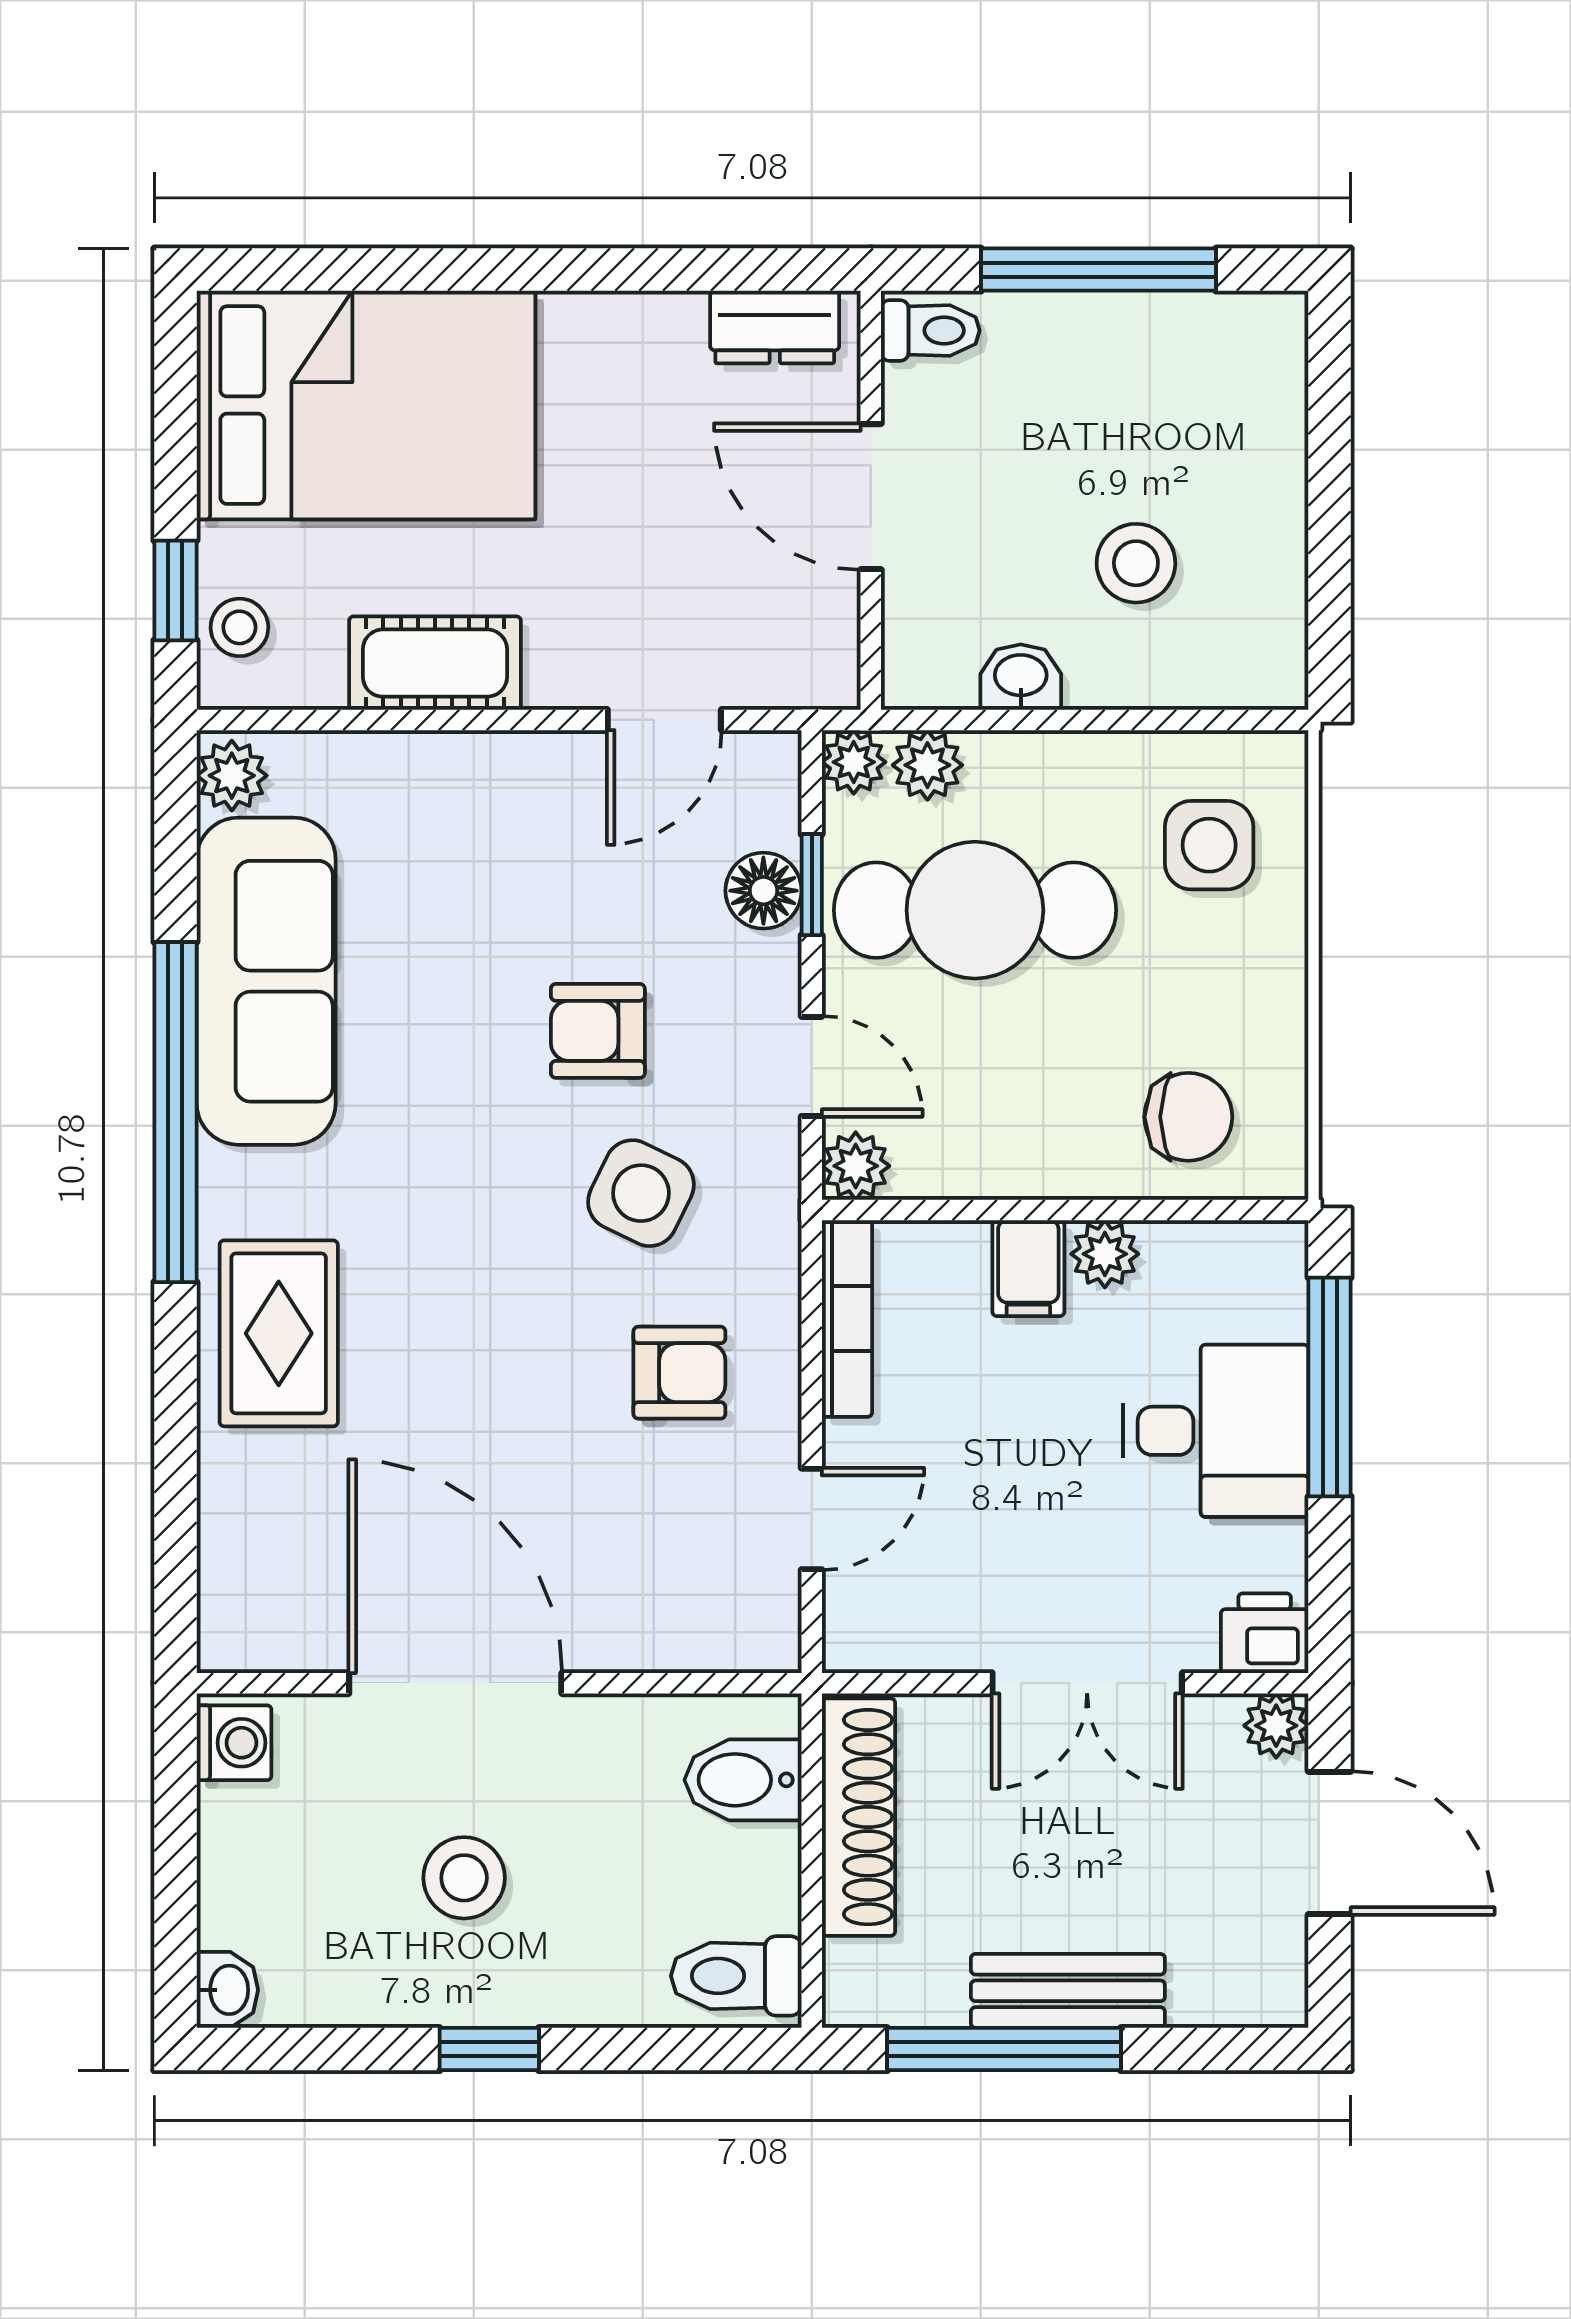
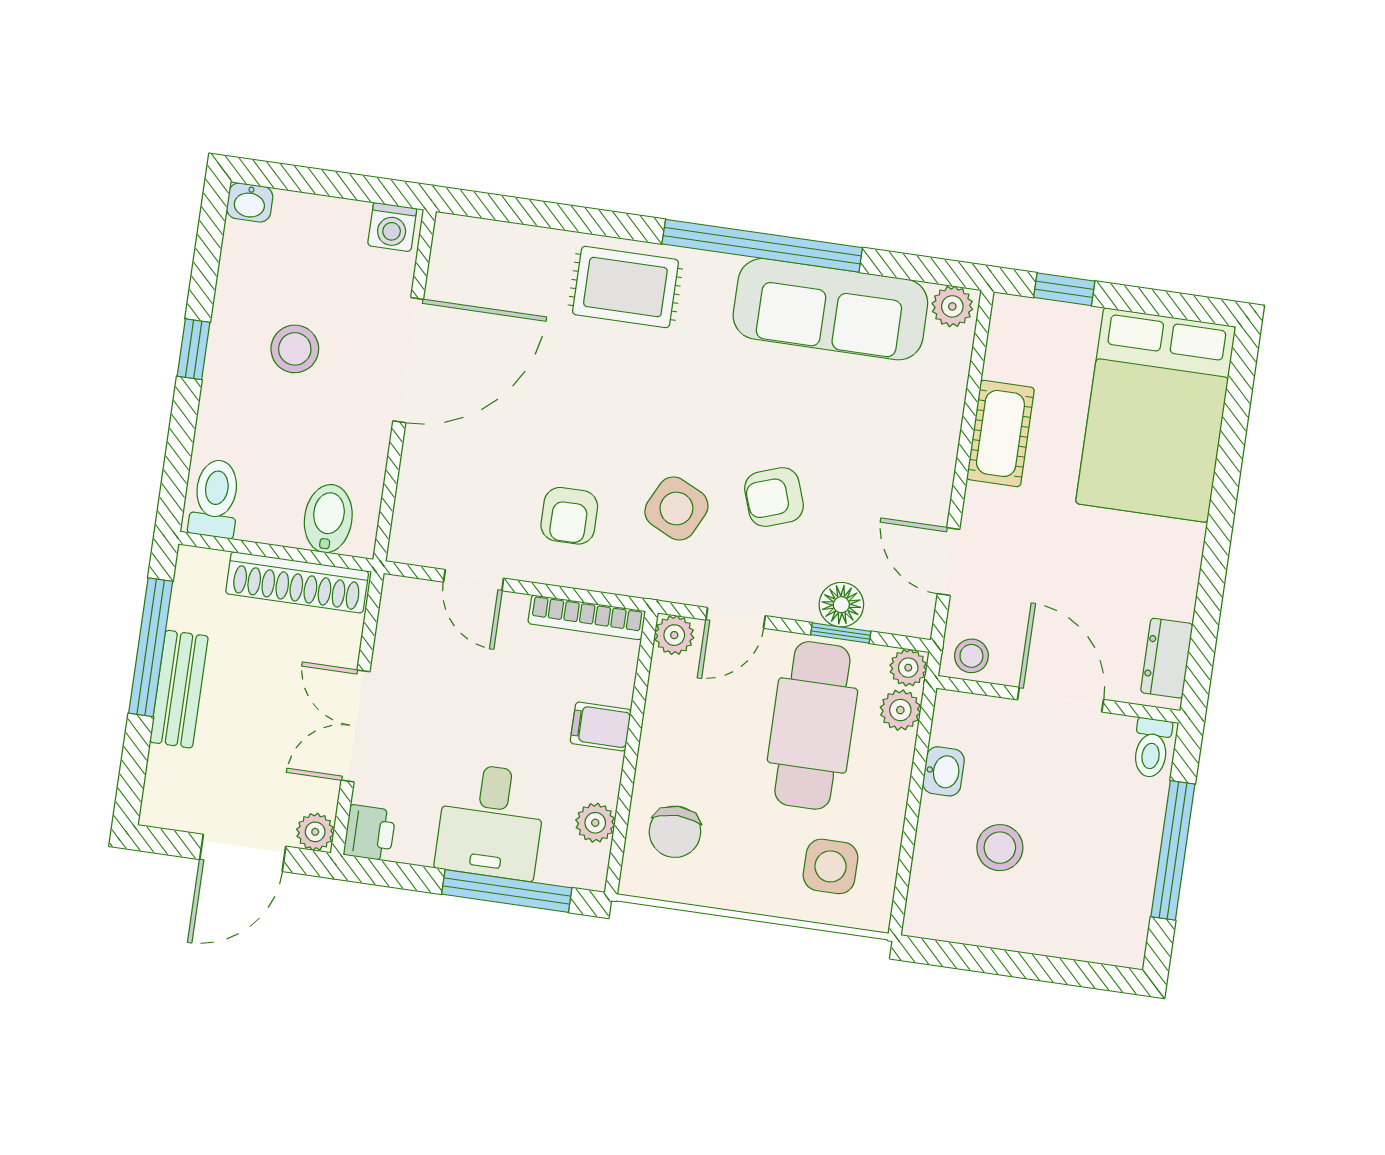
door: (871, 497) -> (1061, 700), hinge flipped
stool: (239, 627) -> (971, 656), moved
armchair: (598, 1031) -> (774, 497), turned -109
plant: (1105, 1254) -> (595, 823), moved

